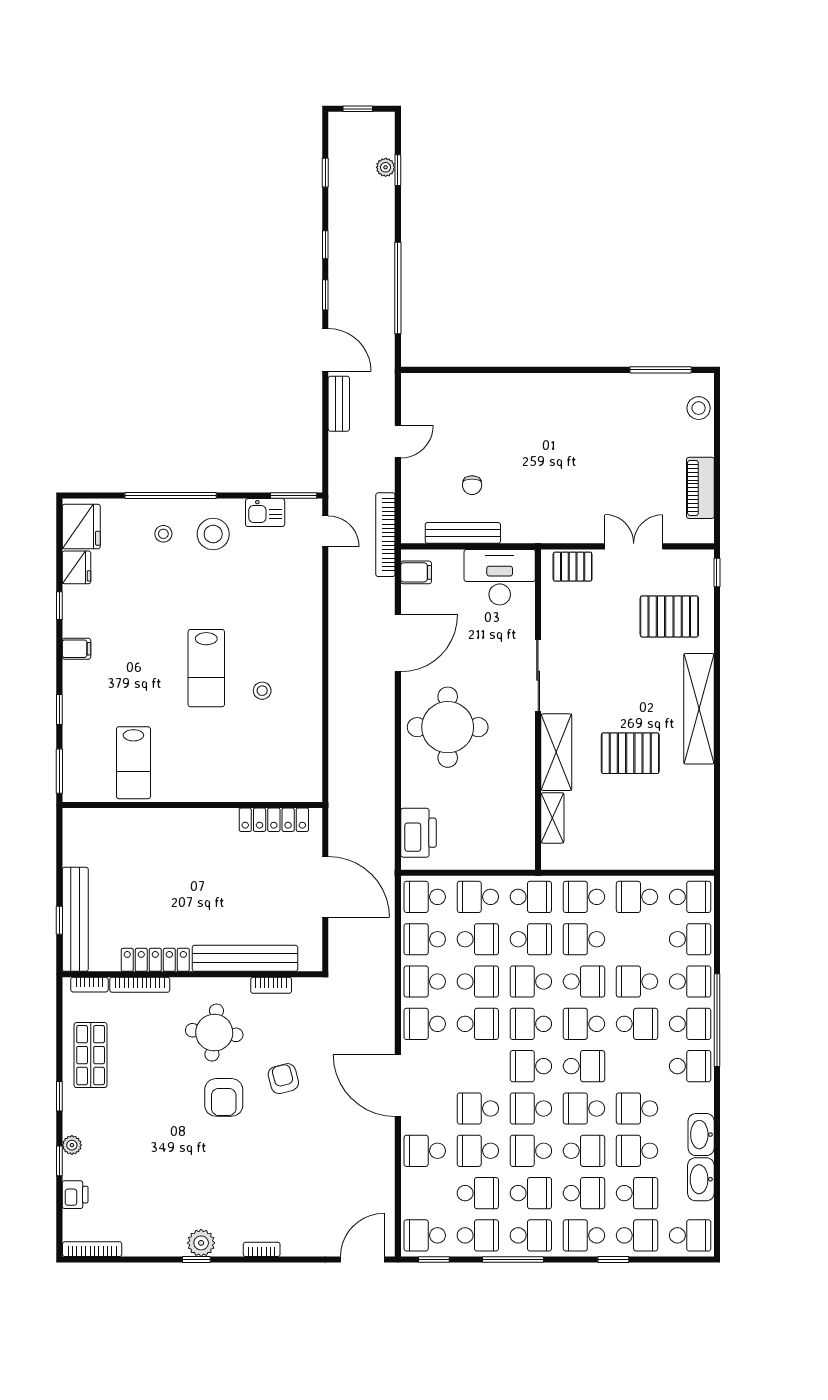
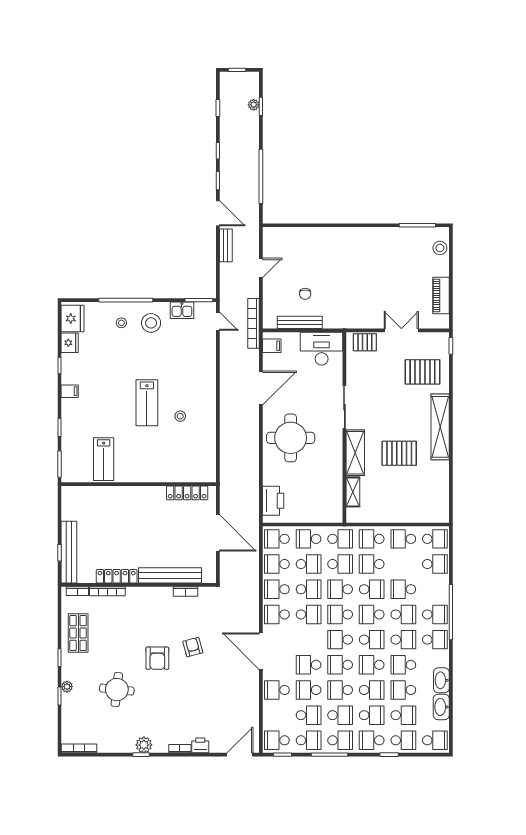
school desk: (690, 982) -> (403, 640), moved
round table: (214, 1033) -> (117, 690), moved
printer: (75, 1195) -> (200, 745), moved, turned -90

